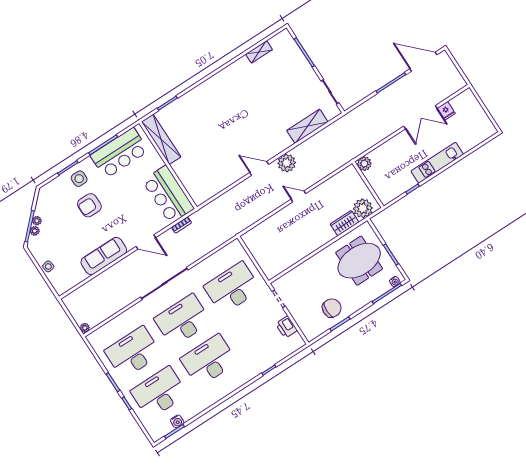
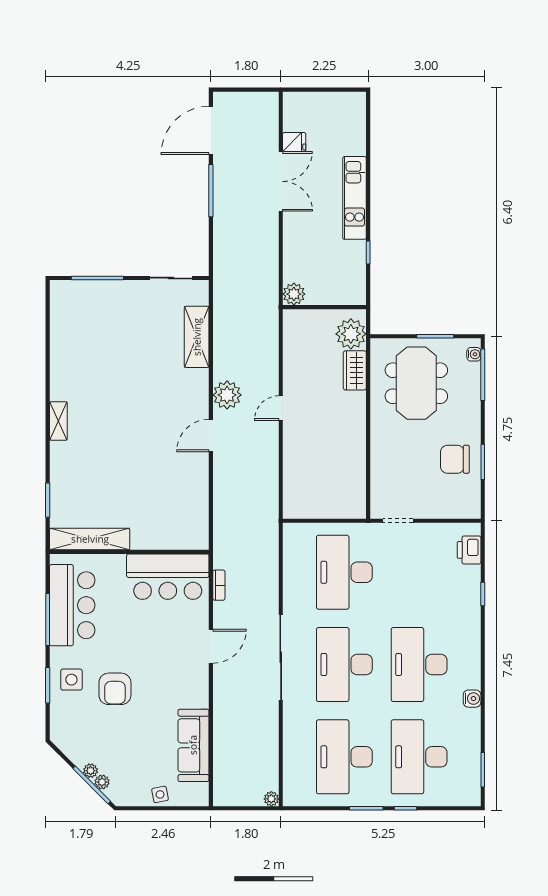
shelving: (259, 52) -> (58, 421), moved
sofa: (104, 256) -> (193, 745), moved
chair: (332, 308) -> (455, 459), turned -90
printer: (286, 327) -> (469, 550), moved, turned 90
water cooler: (177, 421) -> (472, 699), moved

